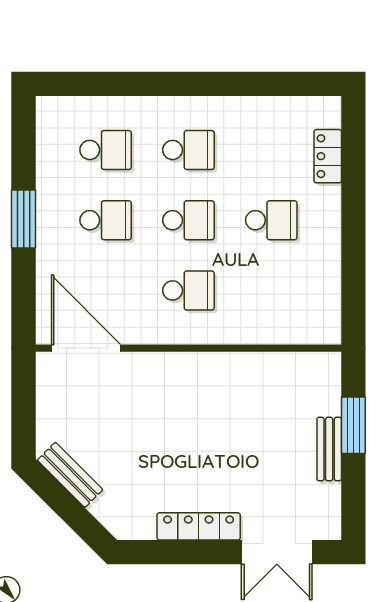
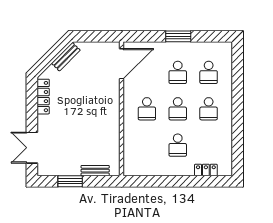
window: (353, 425) -> (70, 181), moved
bench: (329, 449) -> (95, 171), moved
locker: (199, 526) -> (43, 97), moved

